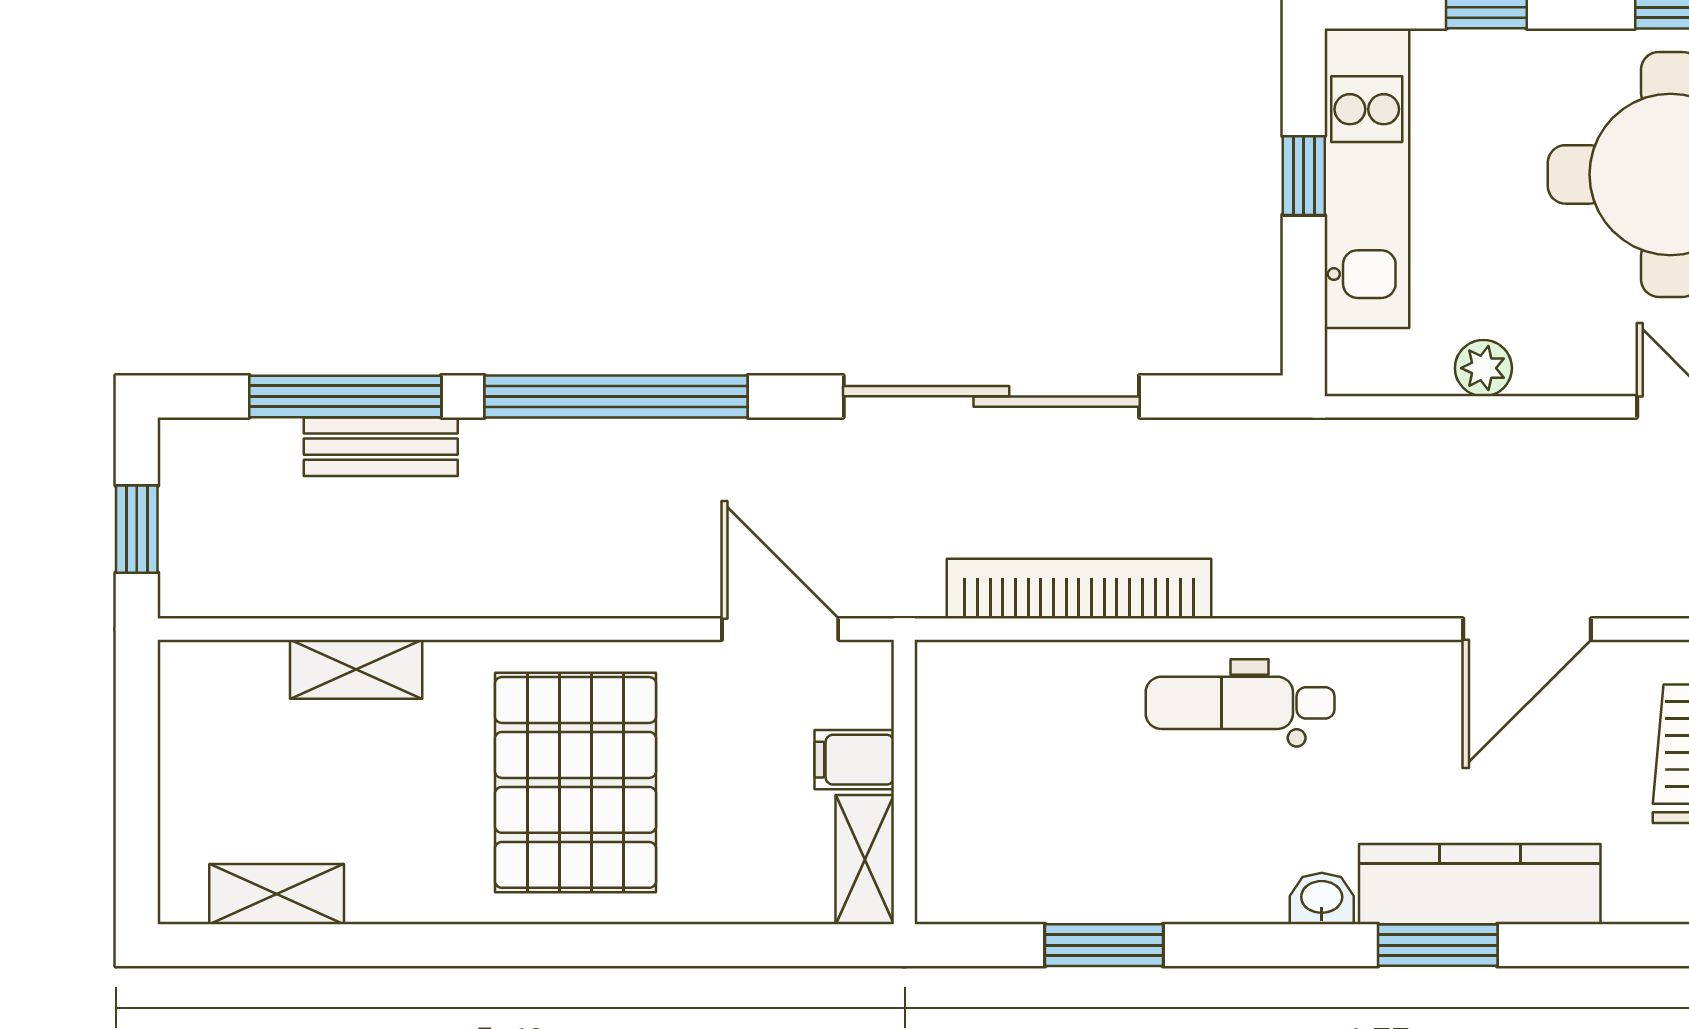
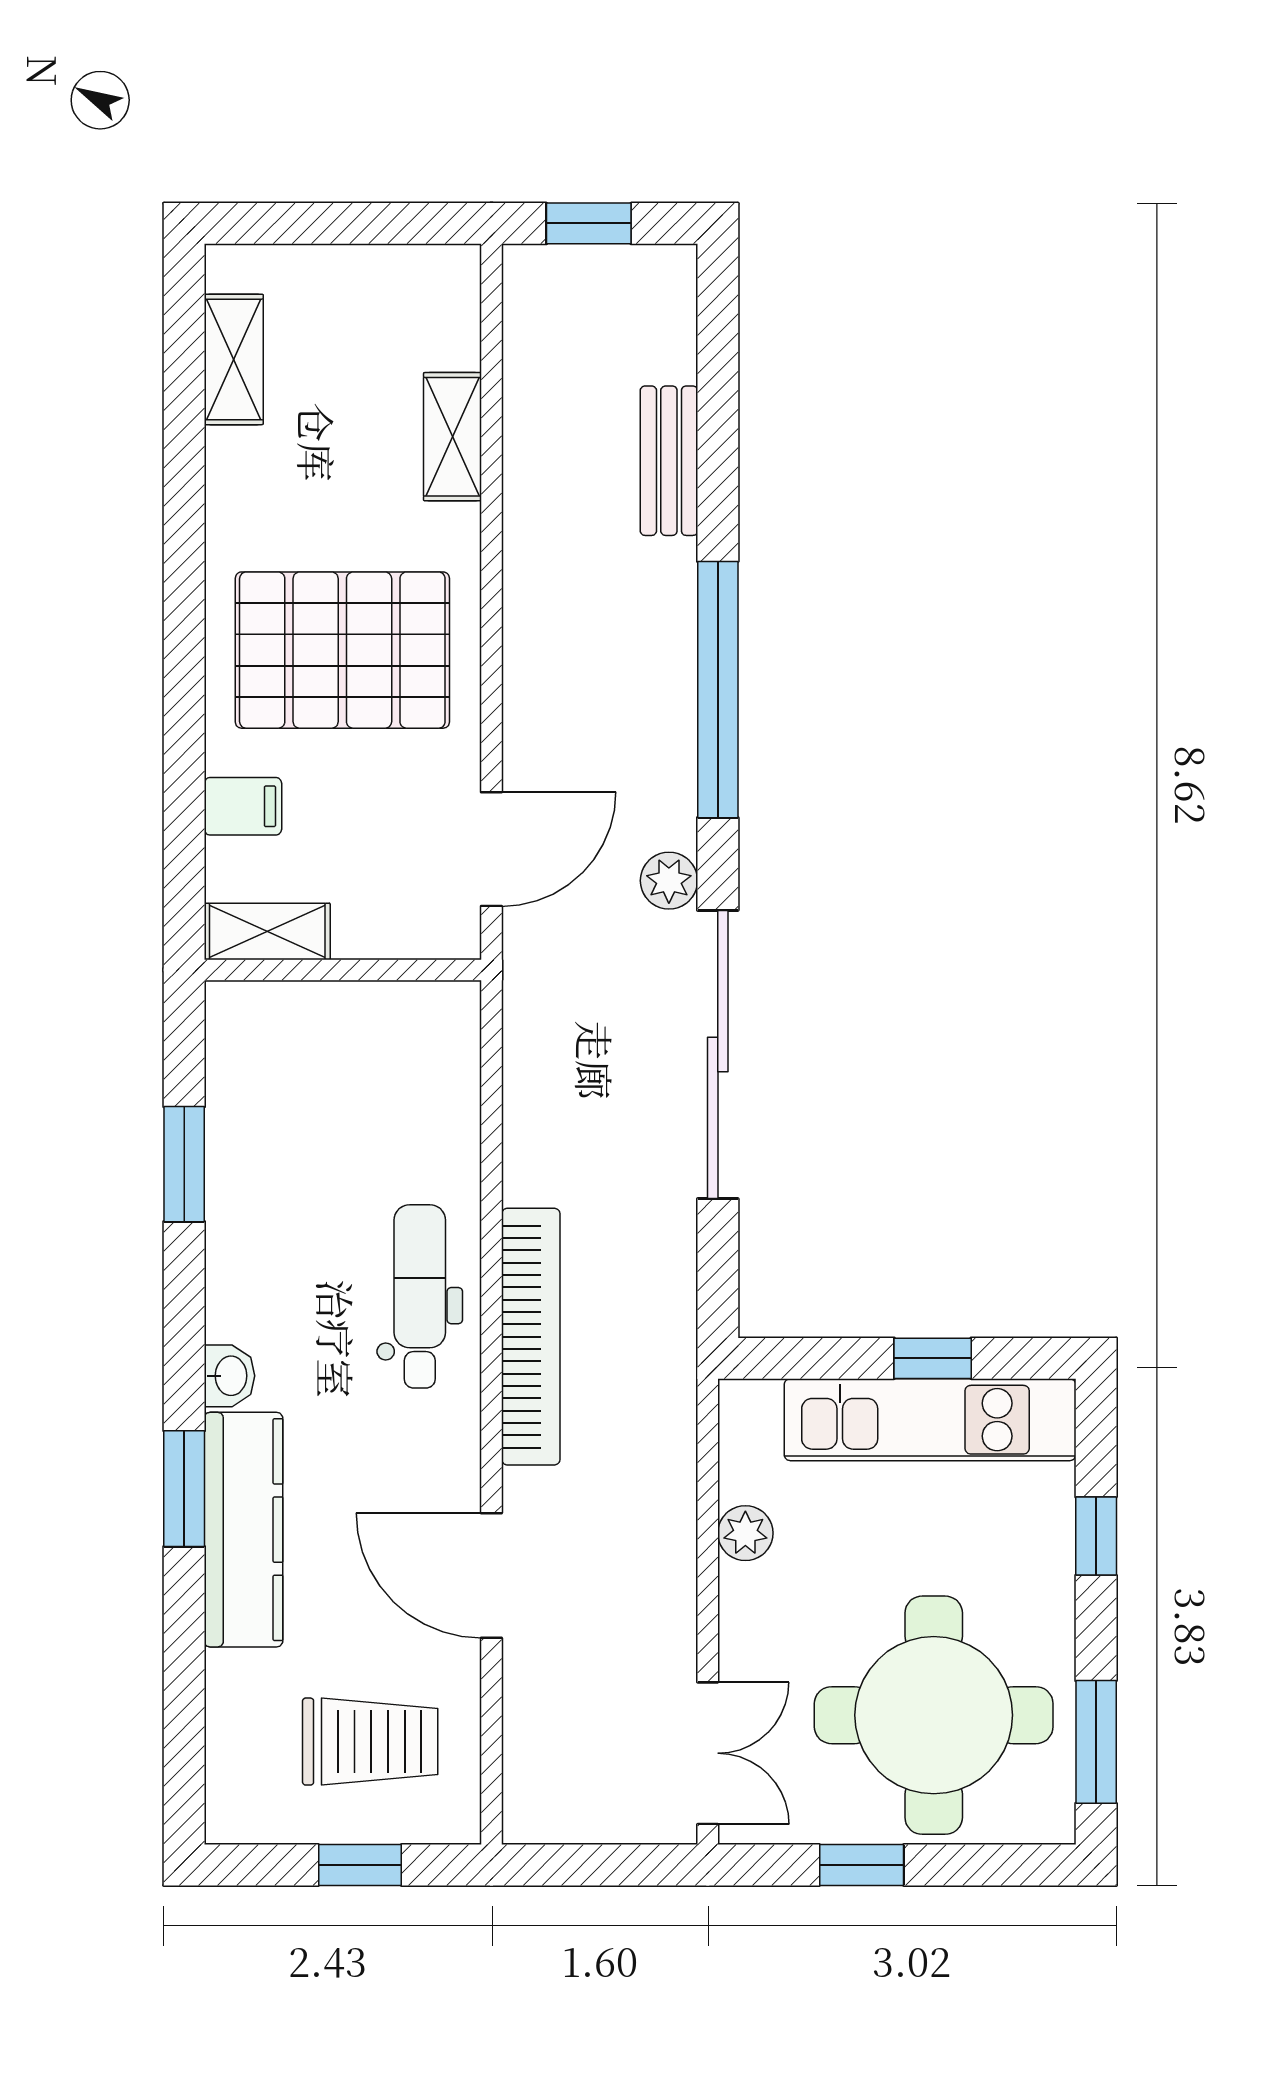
window: (345, 396) -> (718, 426), removed
plant: (813, 447) -> (669, 881), added
bookcase: (1079, 589) -> (531, 1337), moved
filing cabinet: (854, 760) -> (243, 806), moved, turned 90

